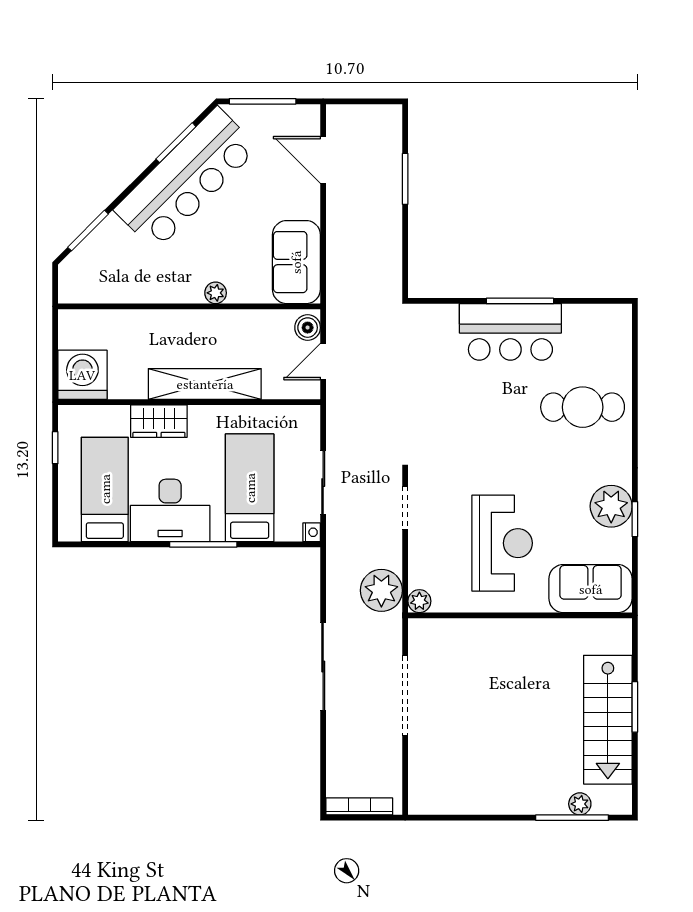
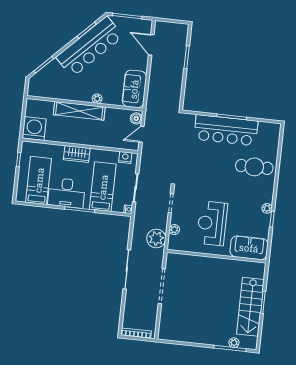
bar counter: (510, 332) -> (226, 130), width x1.36
shelving: (205, 384) -> (79, 111), moved
nightstand: (293, 417) -> (125, 157), added
wardrobe: (159, 421) -> (77, 154), moved
plant: (611, 506) -> (267, 208), width x0.53, depth x0.53
reception desk: (502, 543) -> (212, 223), turned 180
plant: (419, 601) -> (174, 230), moved

